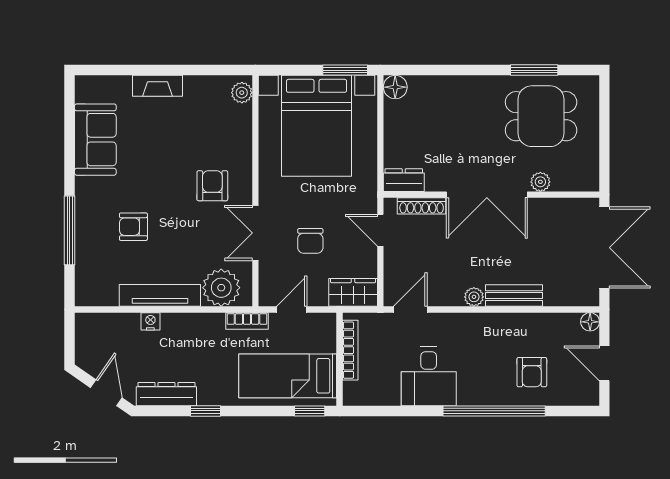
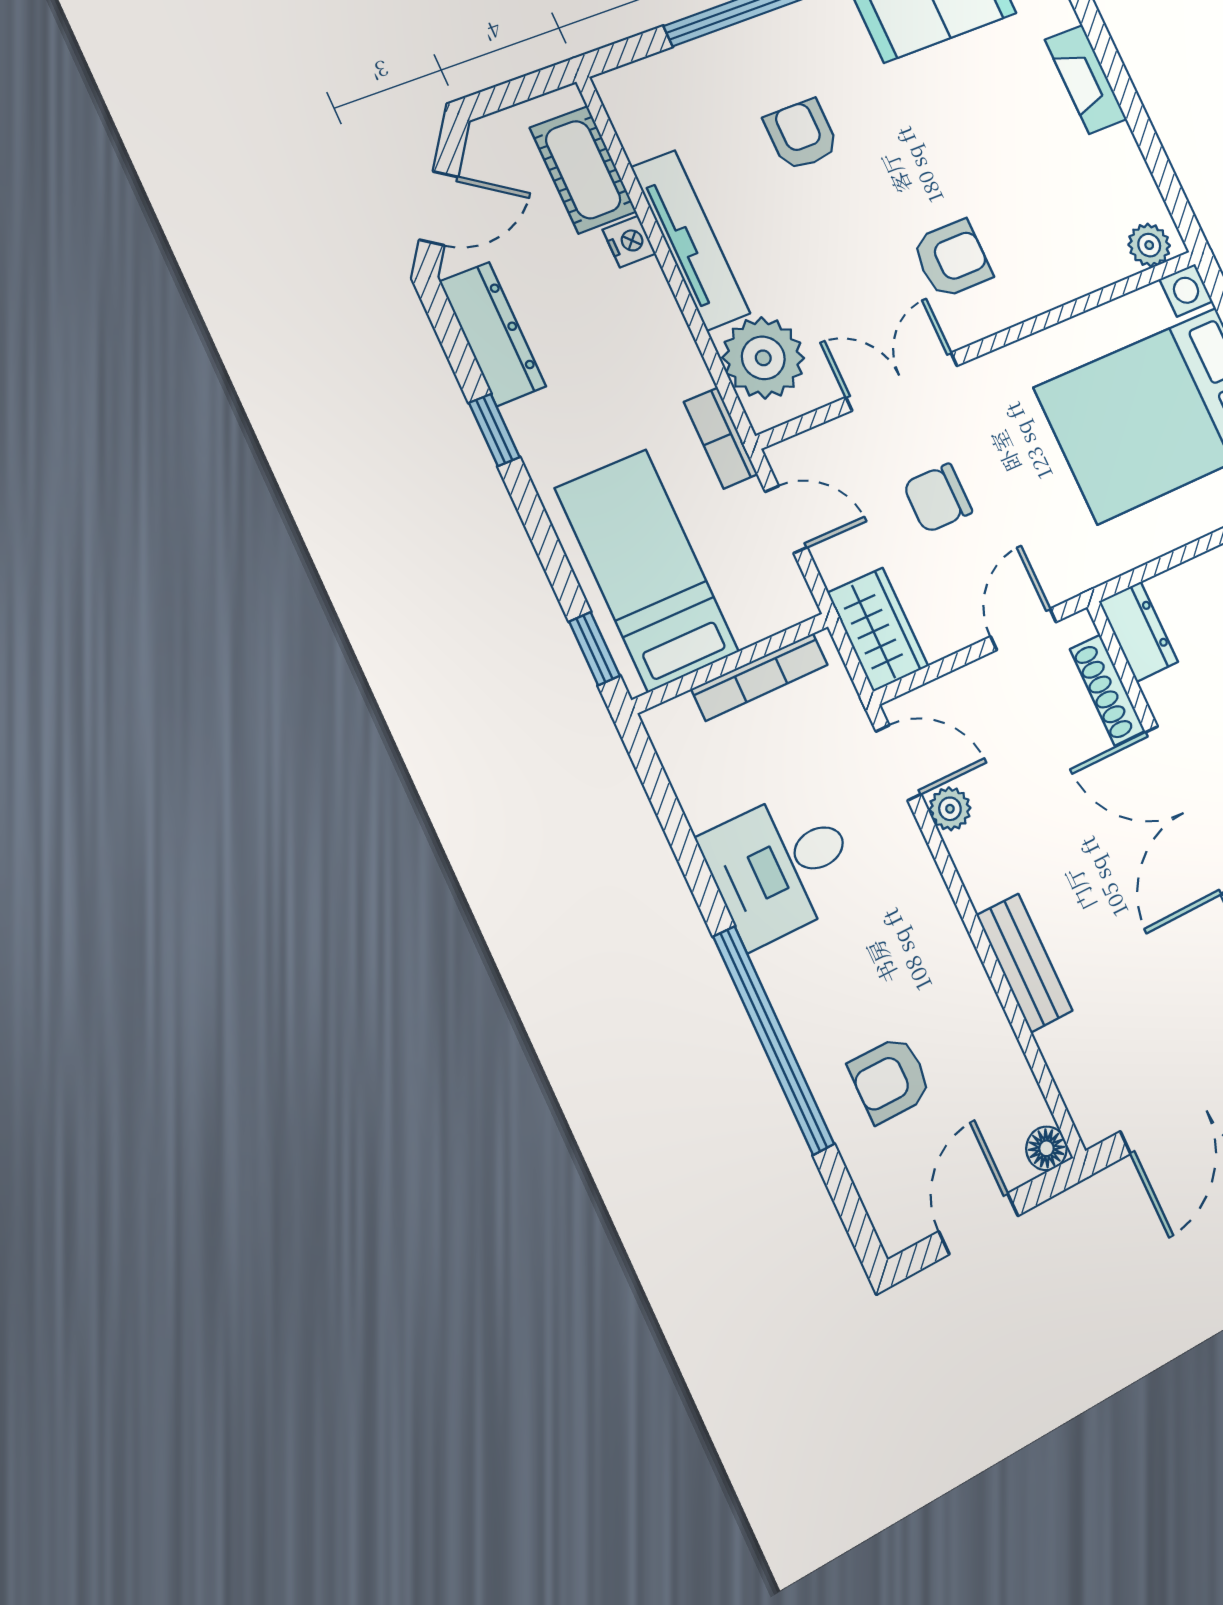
plant: (474, 297) -> (950, 809), moved
cot: (113, 327) -> (583, 170), added

